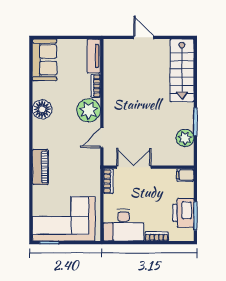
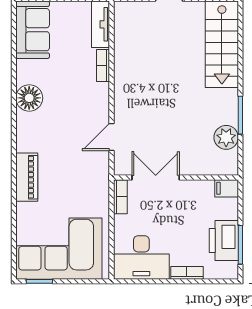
plant: (89, 110) -> (93, 99), removed

